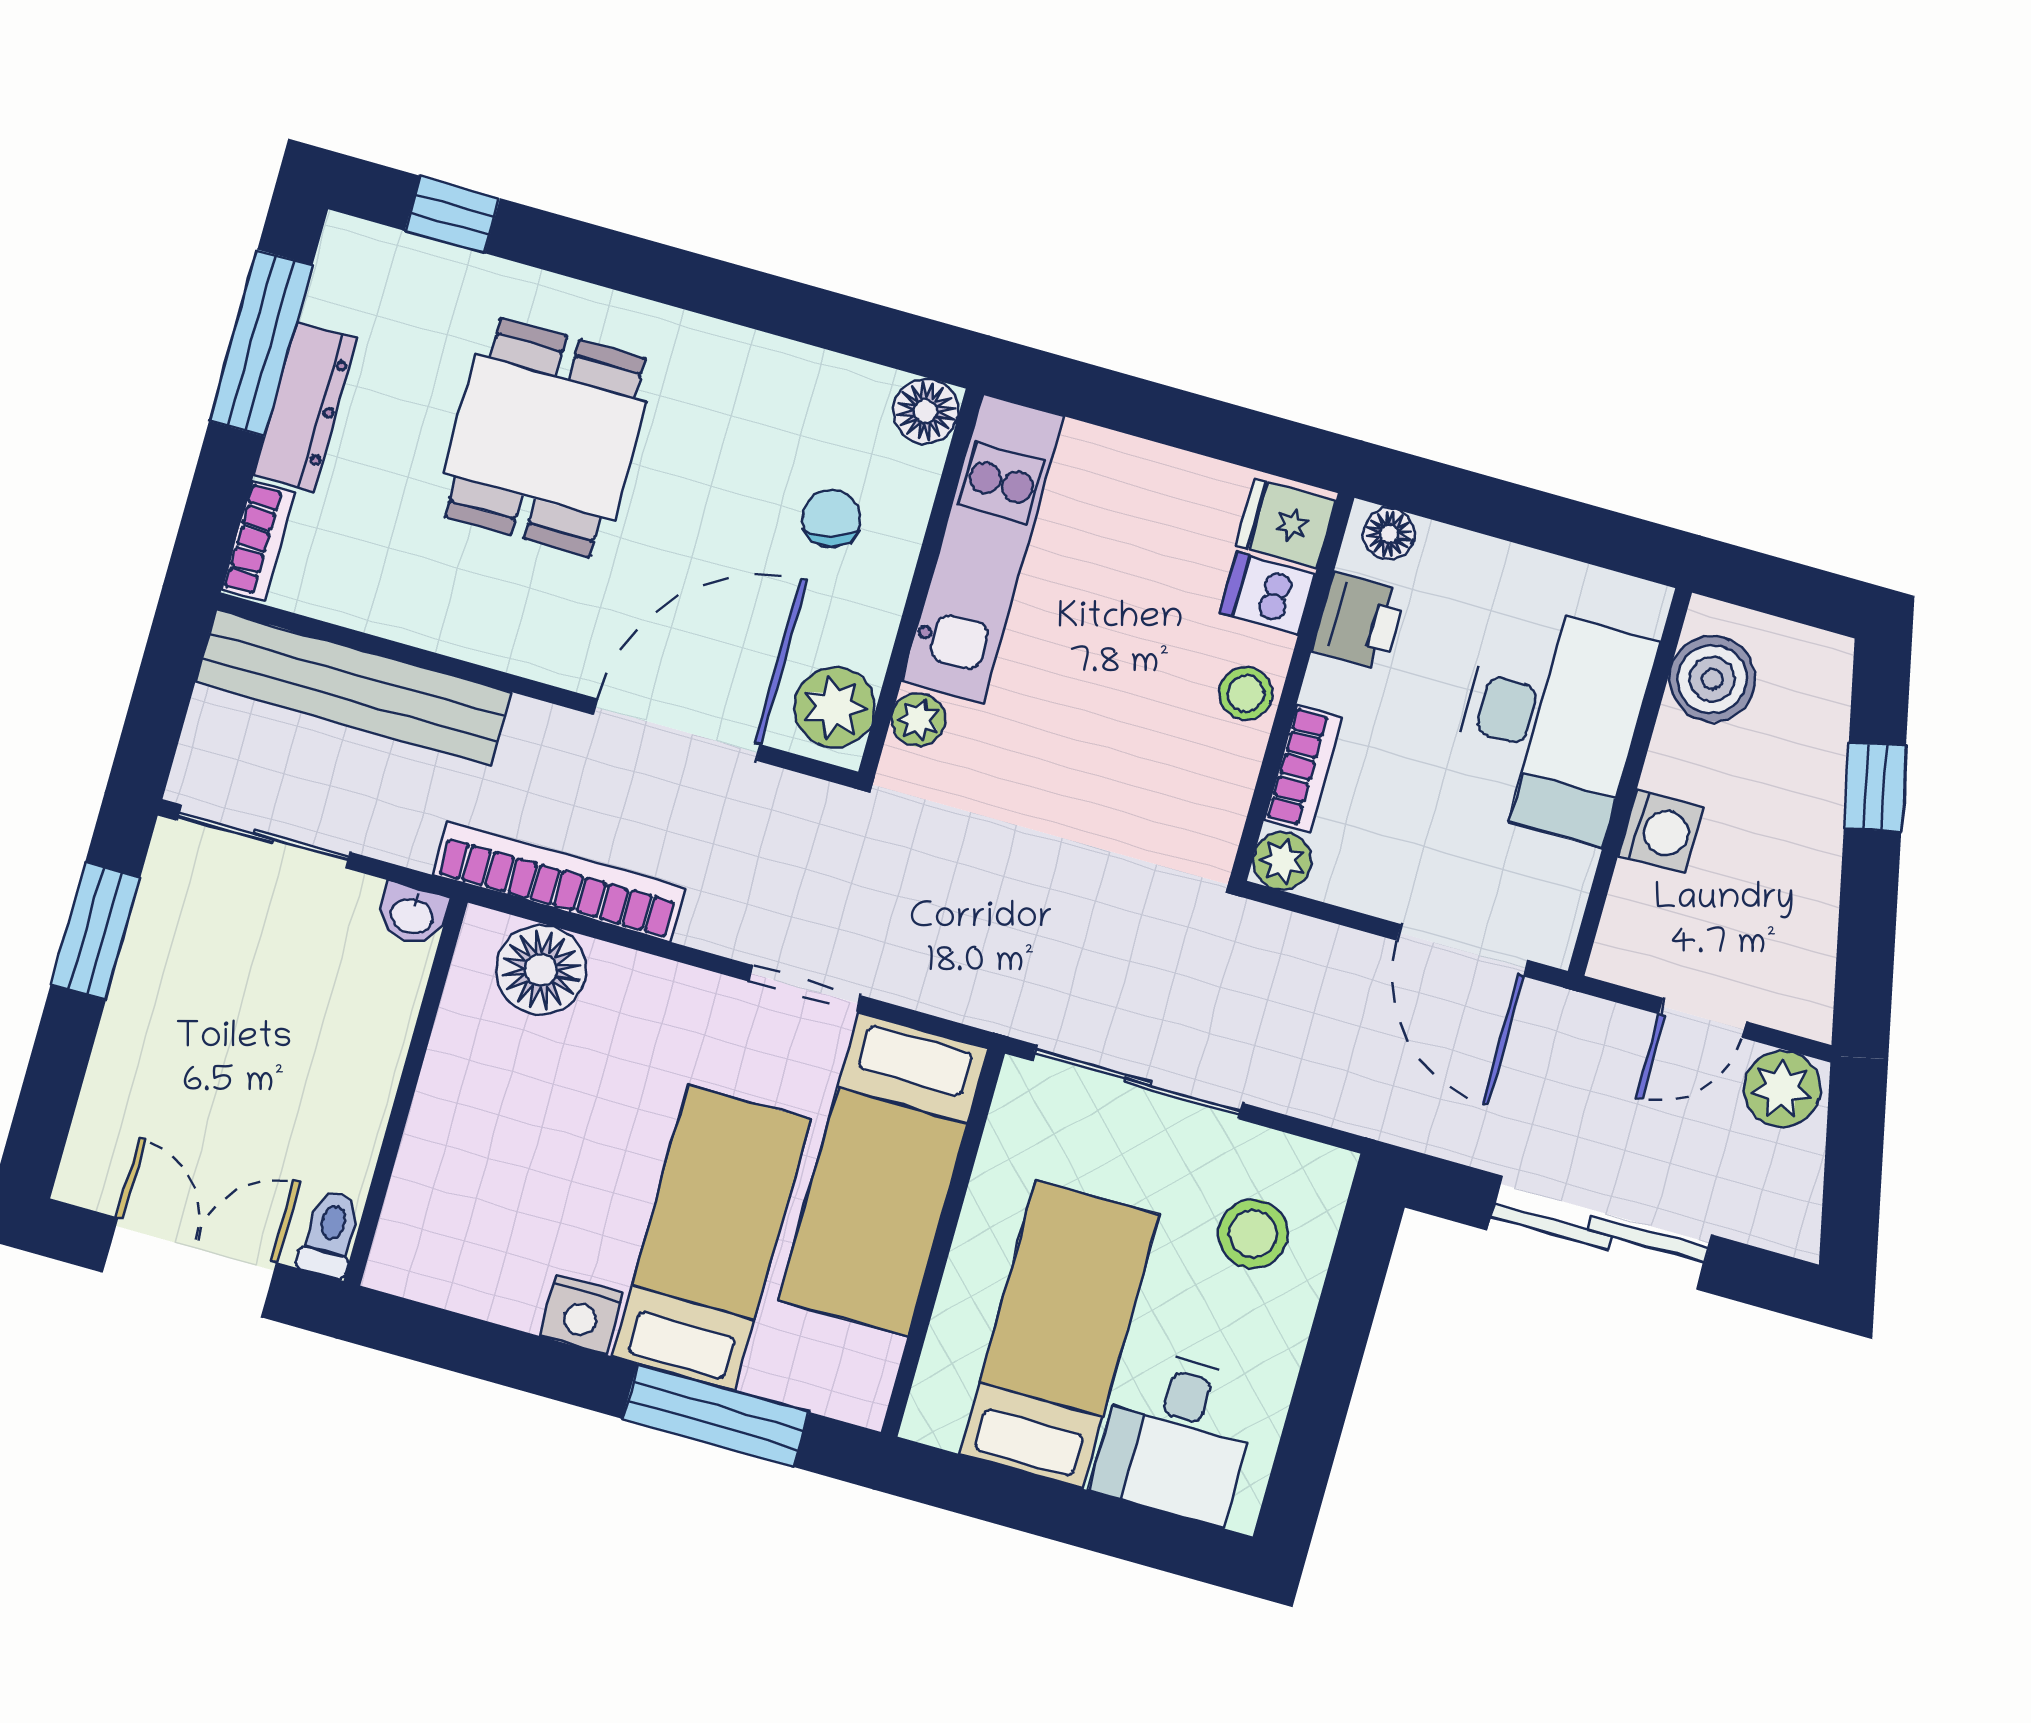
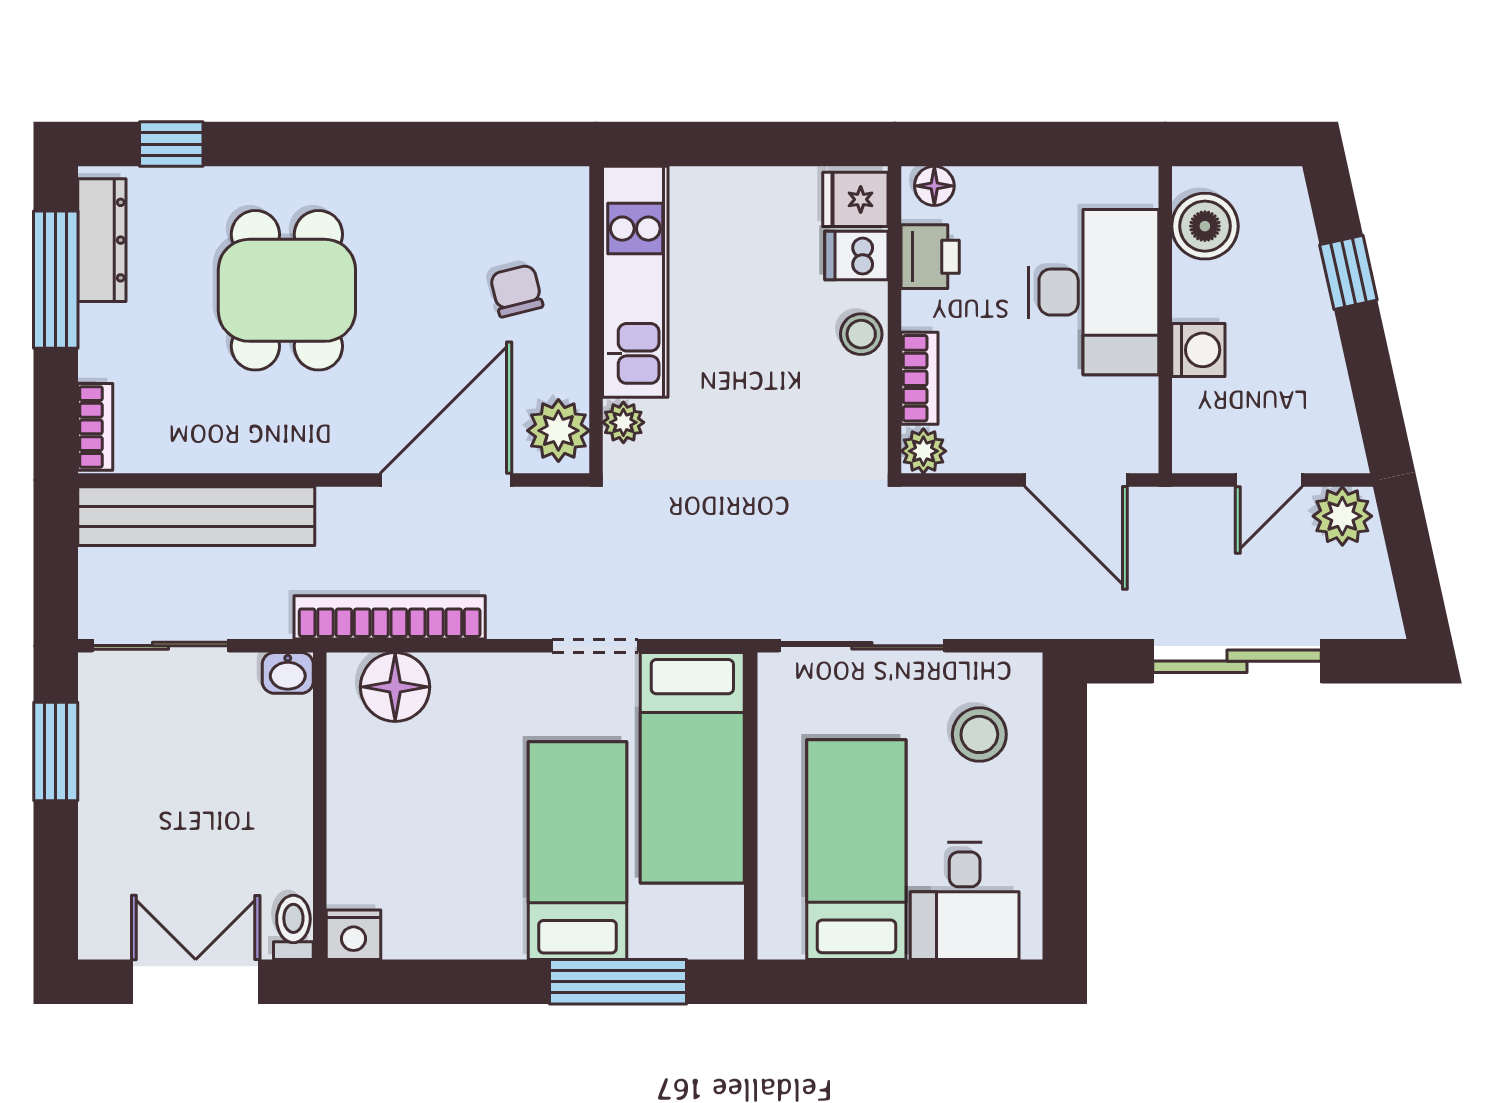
dresser: (305, 406) -> (102, 240), moved
floor lamp: (926, 411) -> (564, 191), removed
nightstand: (581, 1314) -> (353, 935), moved

